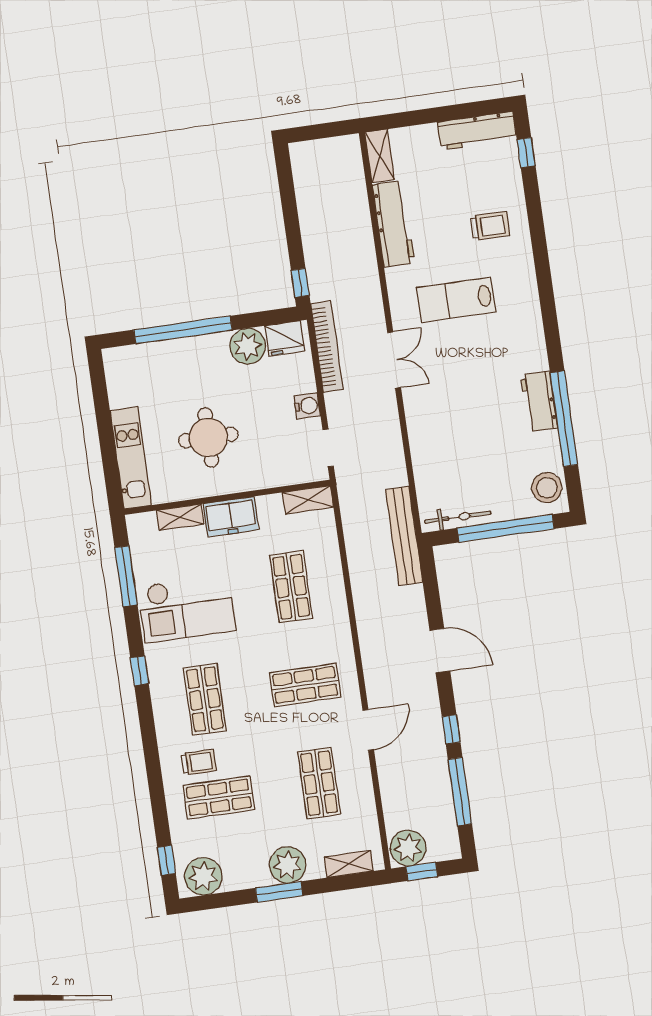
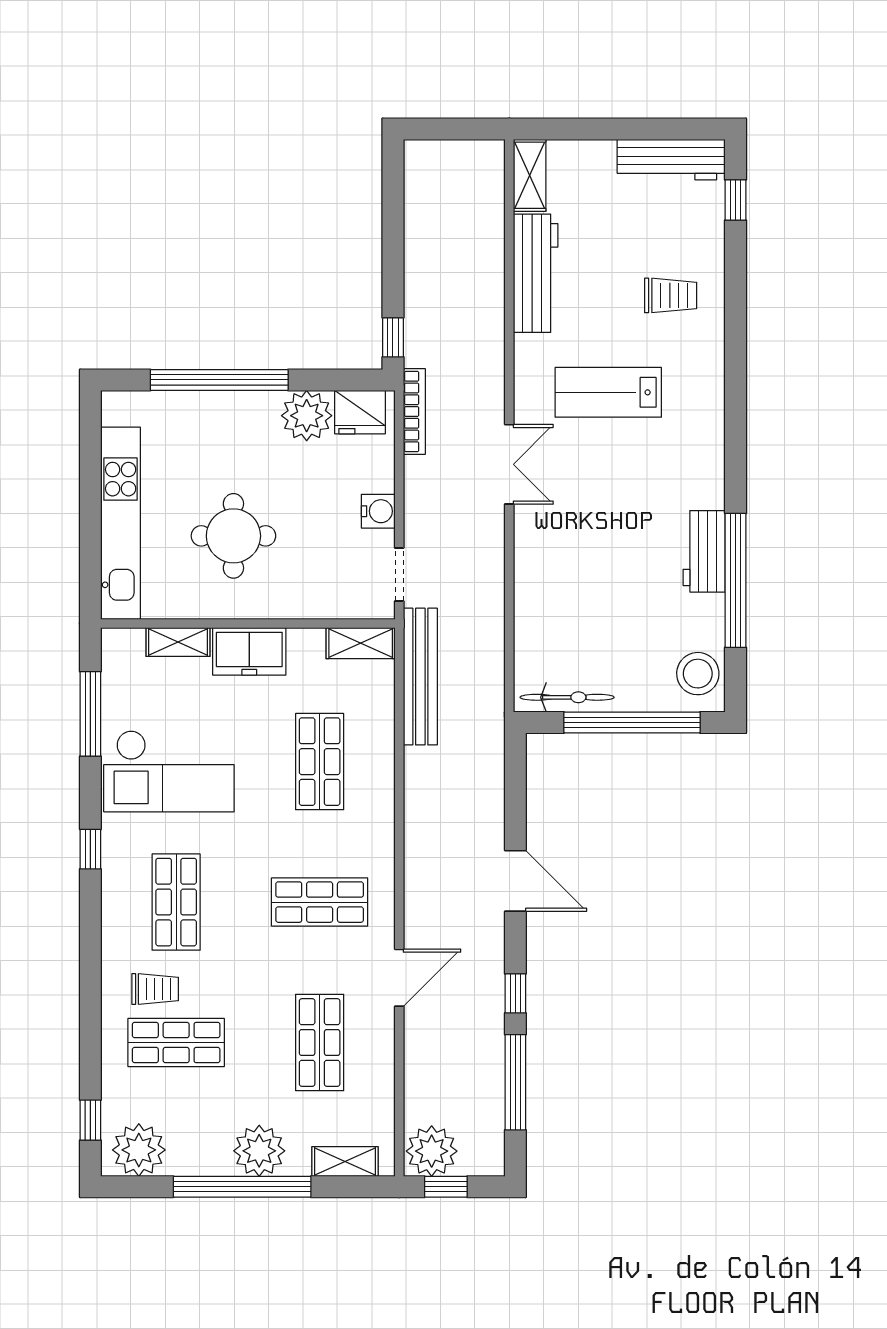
bookcase: (327, 347) -> (414, 412), width x0.68, depth x0.76
kitchen unit: (131, 458) -> (121, 523), width x1.36
bench: (404, 536) -> (420, 677), moved
window: (279, 892) -> (242, 1187), width x2.11

